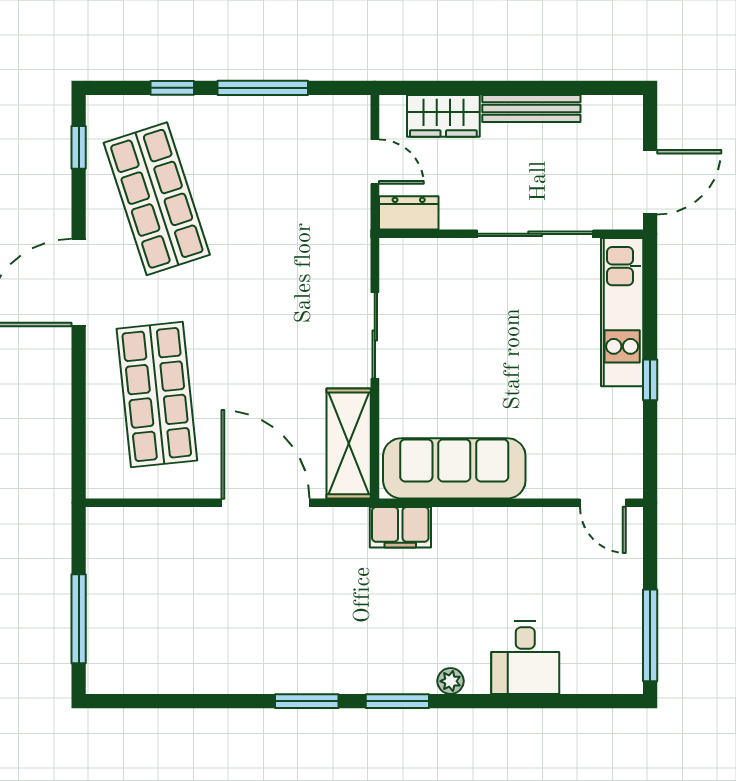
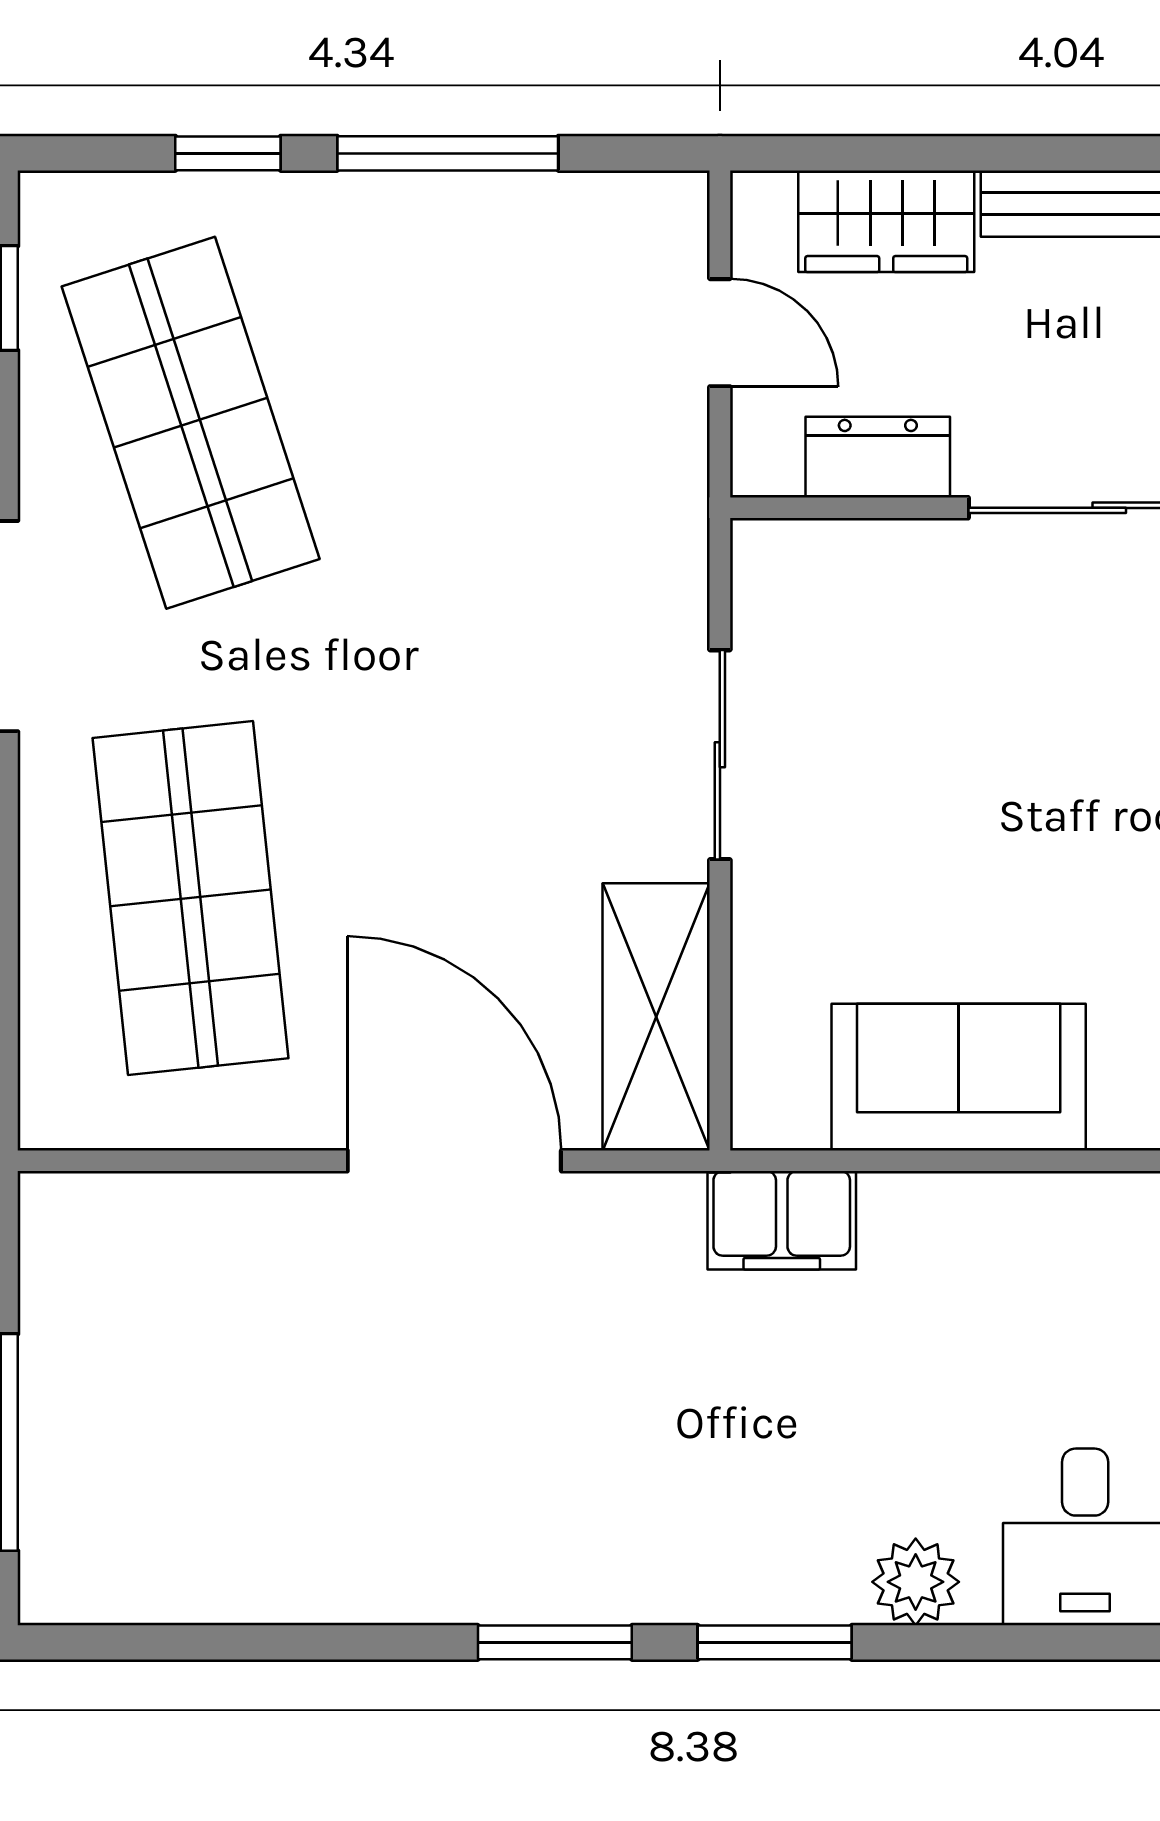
dresser: (409, 213) -> (878, 457), moved
sofa: (454, 468) -> (959, 1077), width x0.73
plant: (451, 681) -> (916, 1582), width x1.38, depth x1.38

